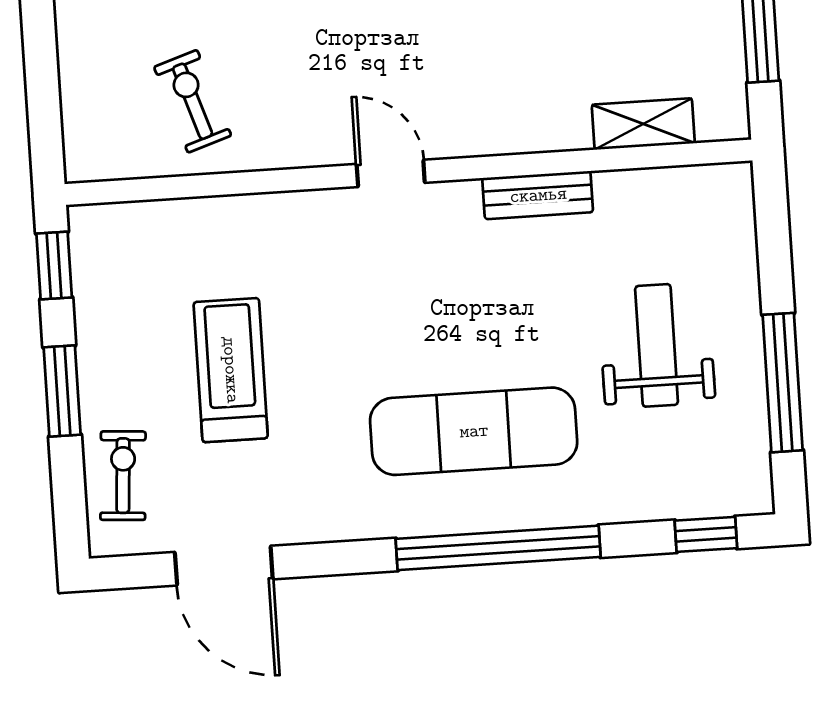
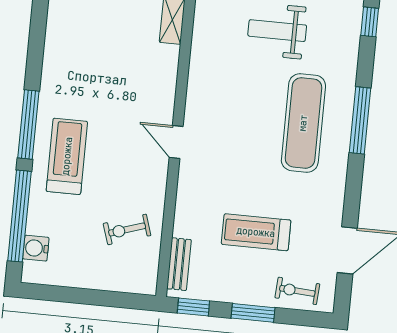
door: (391, 173) -> (176, 142), hinge flipped
bench: (538, 195) -> (179, 264), moved
window: (498, 548) -> (360, 120), width x0.68

